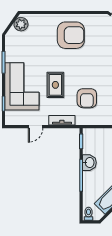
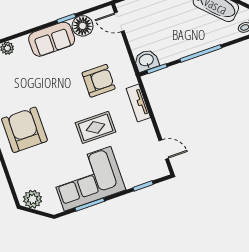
corner sofa: (22, 86) -> (87, 179), moved
door: (36, 127) -> (164, 149), moved
washbasin: (89, 163) -> (146, 60), moved

